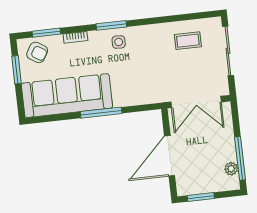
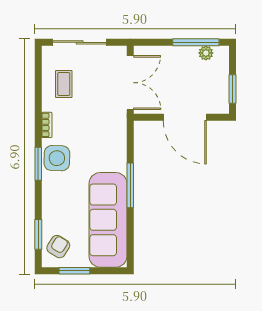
bookcase: (75, 37) -> (47, 125), moved
side table: (119, 42) -> (57, 158), width x1.87, depth x1.87

